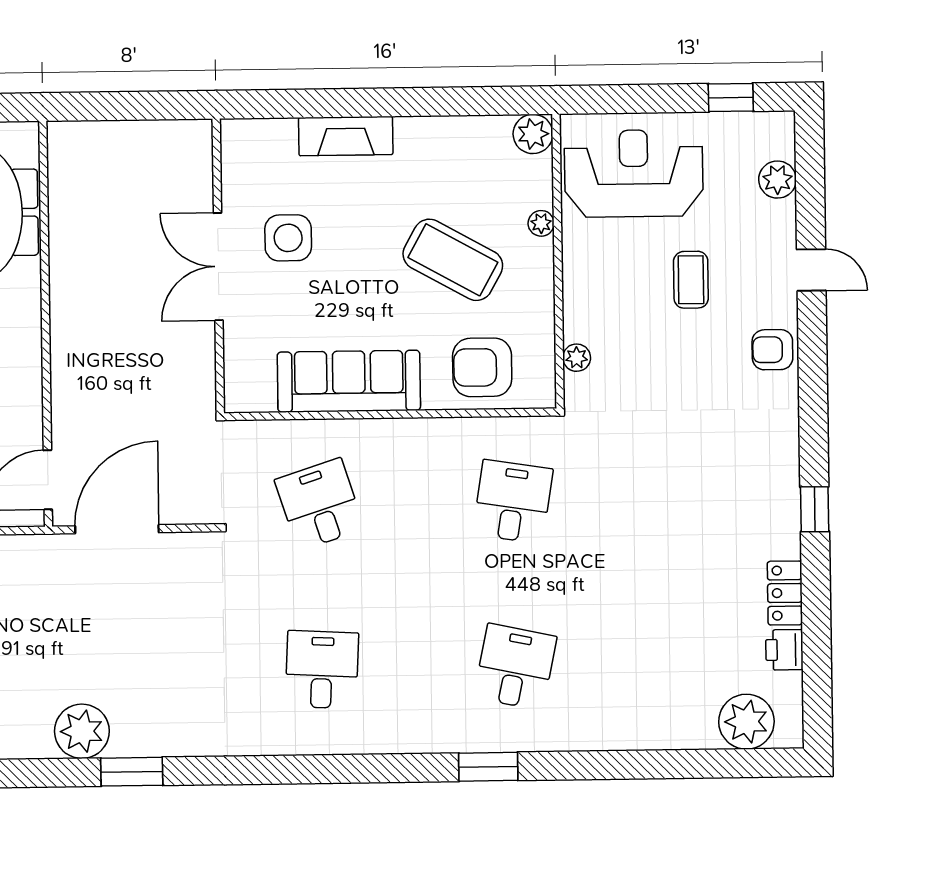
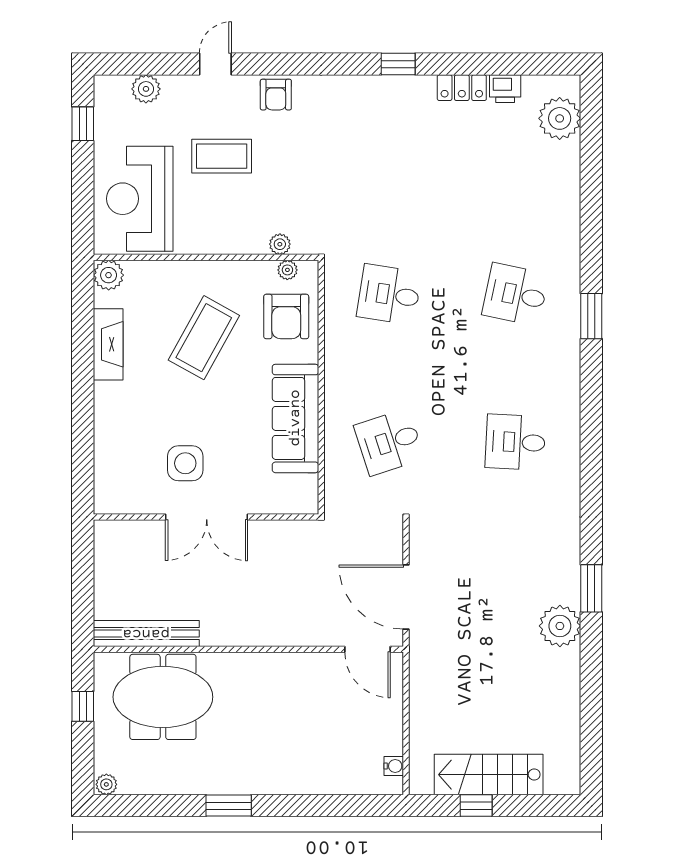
fireplace: (346, 136) -> (108, 344), moved
bench: (65, 190) -> (146, 634), added
plant: (541, 223) -> (287, 270), moved
coffee table: (691, 280) -> (222, 156), width x1.36, depth x1.30

